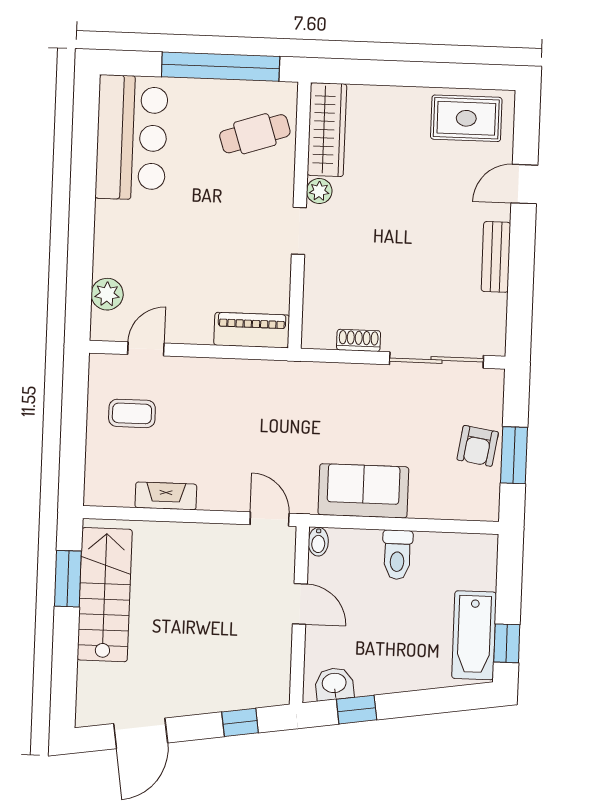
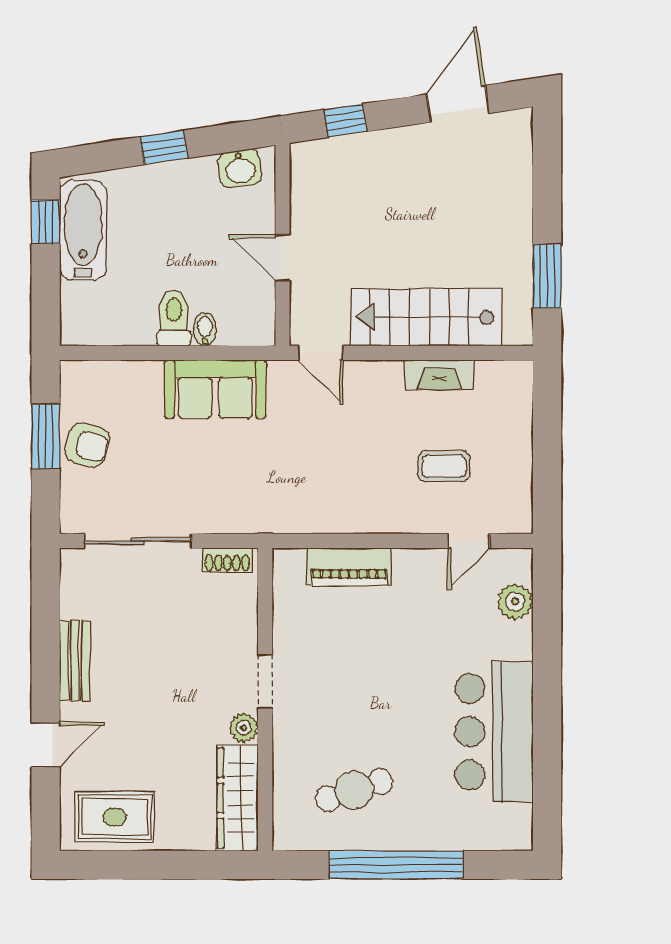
wardrobe: (327, 130) -> (238, 798), moved
bar counter: (132, 138) -> (494, 732), moved
plant: (319, 191) -> (244, 728), moved
wall: (299, 215) -> (265, 699), moved
doorway: (299, 231) -> (265, 682), moved
coffee table: (132, 413) -> (444, 466), moved
armchair: (478, 446) -> (87, 445), turned 96
bidet: (318, 542) -> (205, 329), moved
stairs: (105, 595) -> (426, 317), moved, turned 90
window: (357, 710) -> (164, 148), moved

